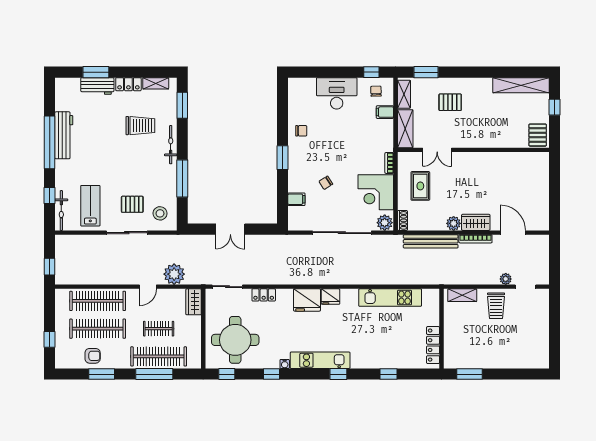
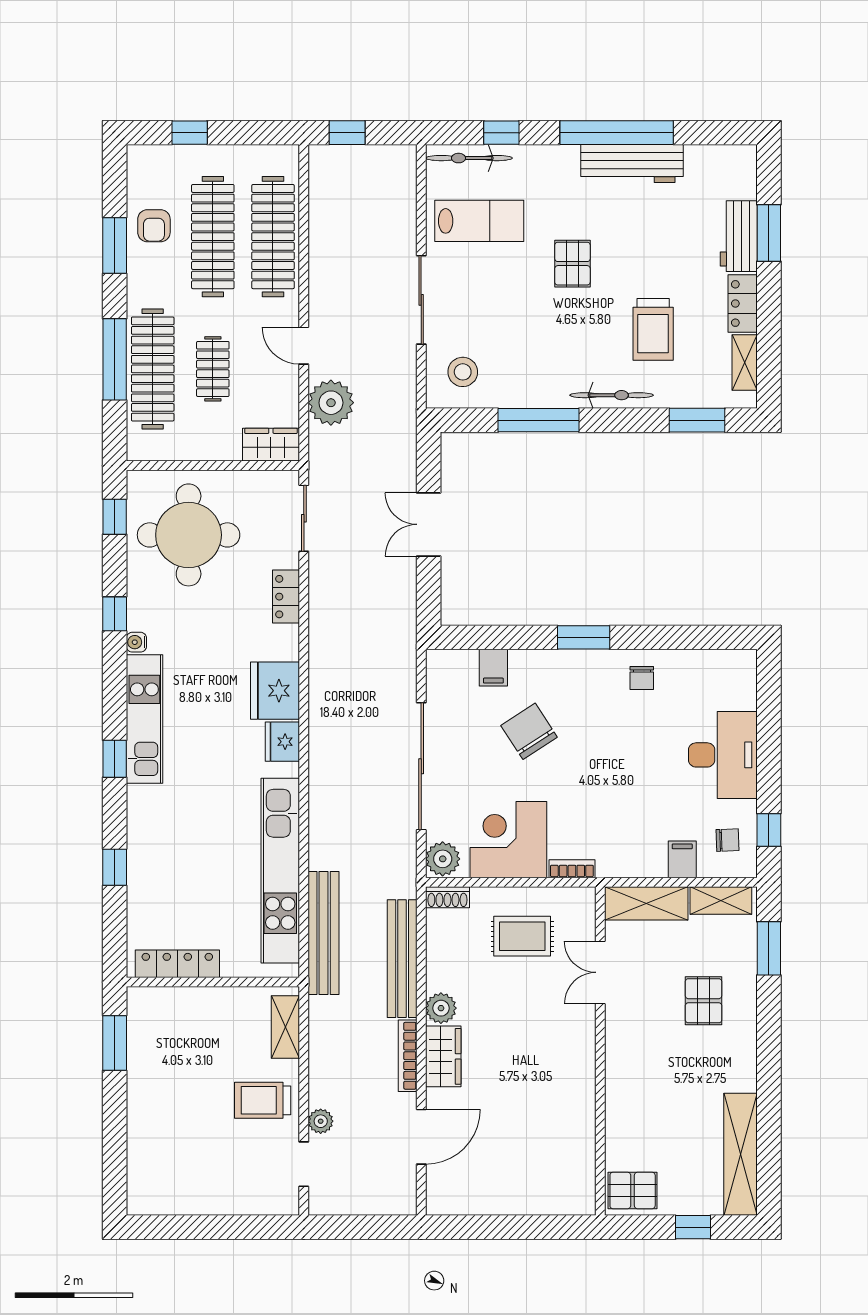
chair: (326, 183) -> (529, 731), width x1.87, depth x1.87
pallet: (132, 204) -> (572, 264), moved
bench: (419, 278) -> (324, 933), added
kitchen unit: (390, 298) -> (280, 871), width x1.36

